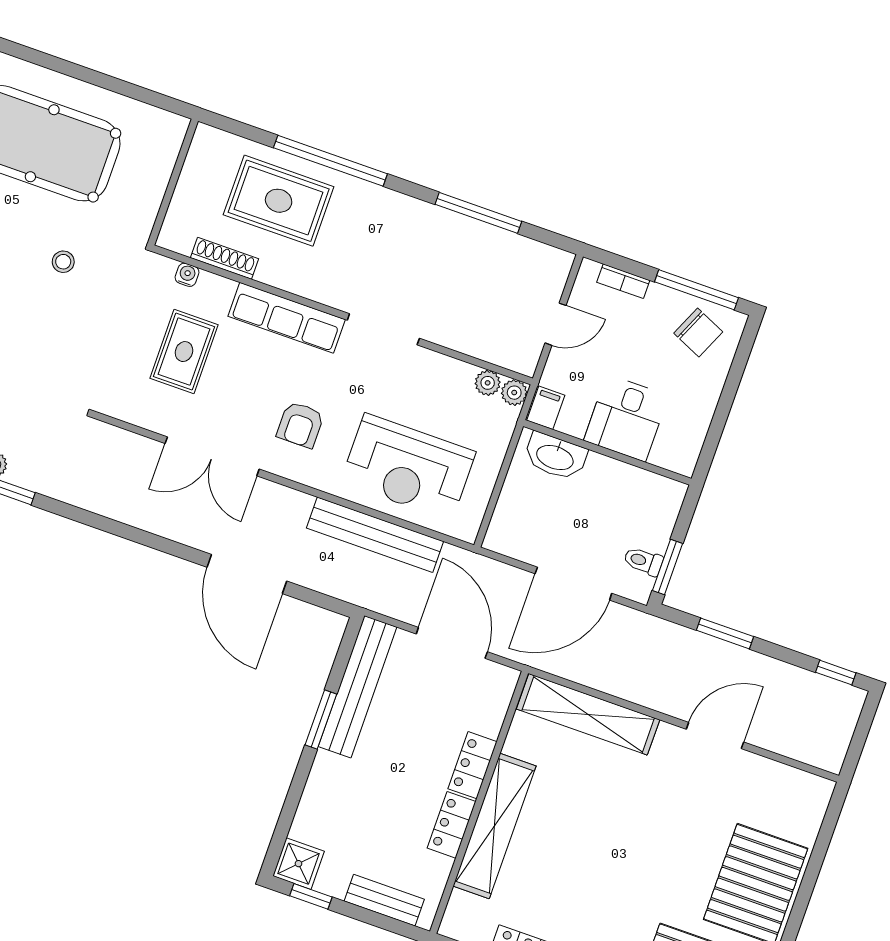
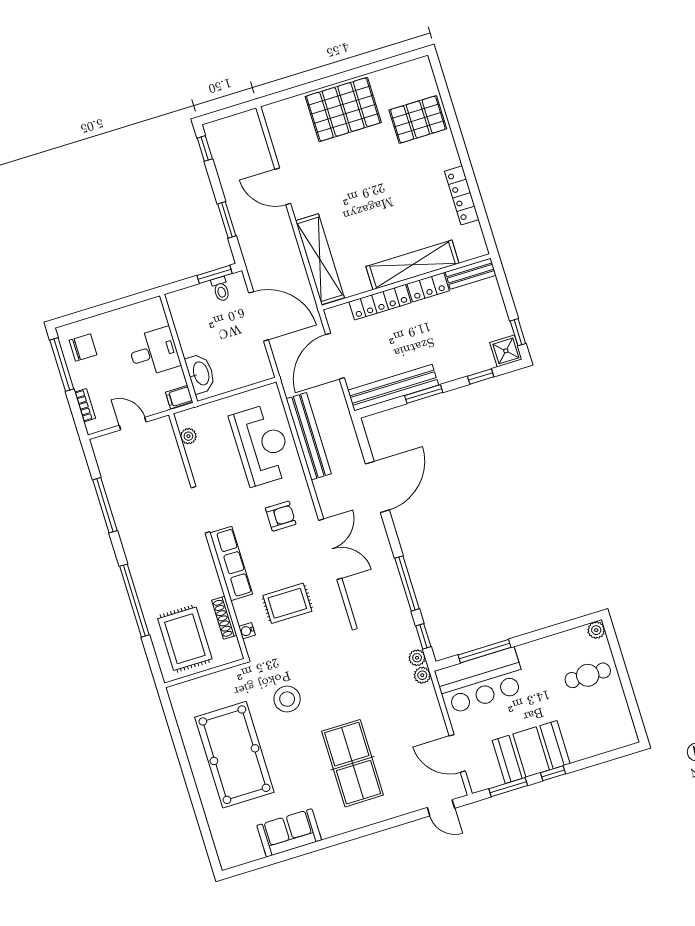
rug: (279, 201) -> (185, 639), moved
stool: (63, 262) -> (287, 699), width x1.89, depth x1.89
chair: (698, 332) -> (83, 347), turned 66
plant: (514, 393) -> (183, 419), removed
window: (97, 521) -> (407, 583), added
locker: (472, 765) -> (380, 302), width x1.53
window: (290, 808) -> (481, 376), added
bench: (384, 900) -> (471, 274), moved, turned 90

